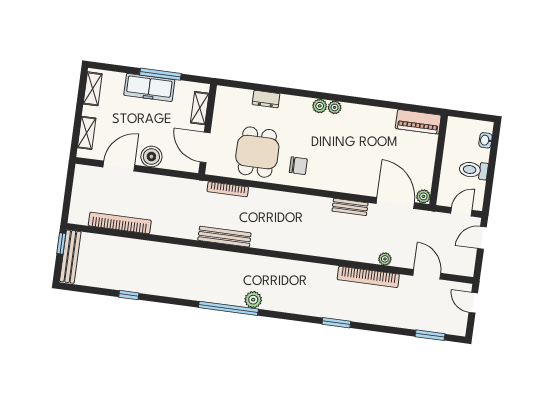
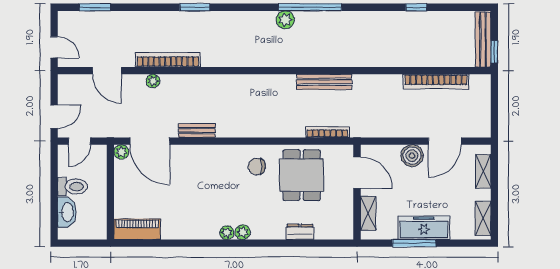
washbasin: (485, 140) -> (67, 212), width x1.91, depth x1.45

